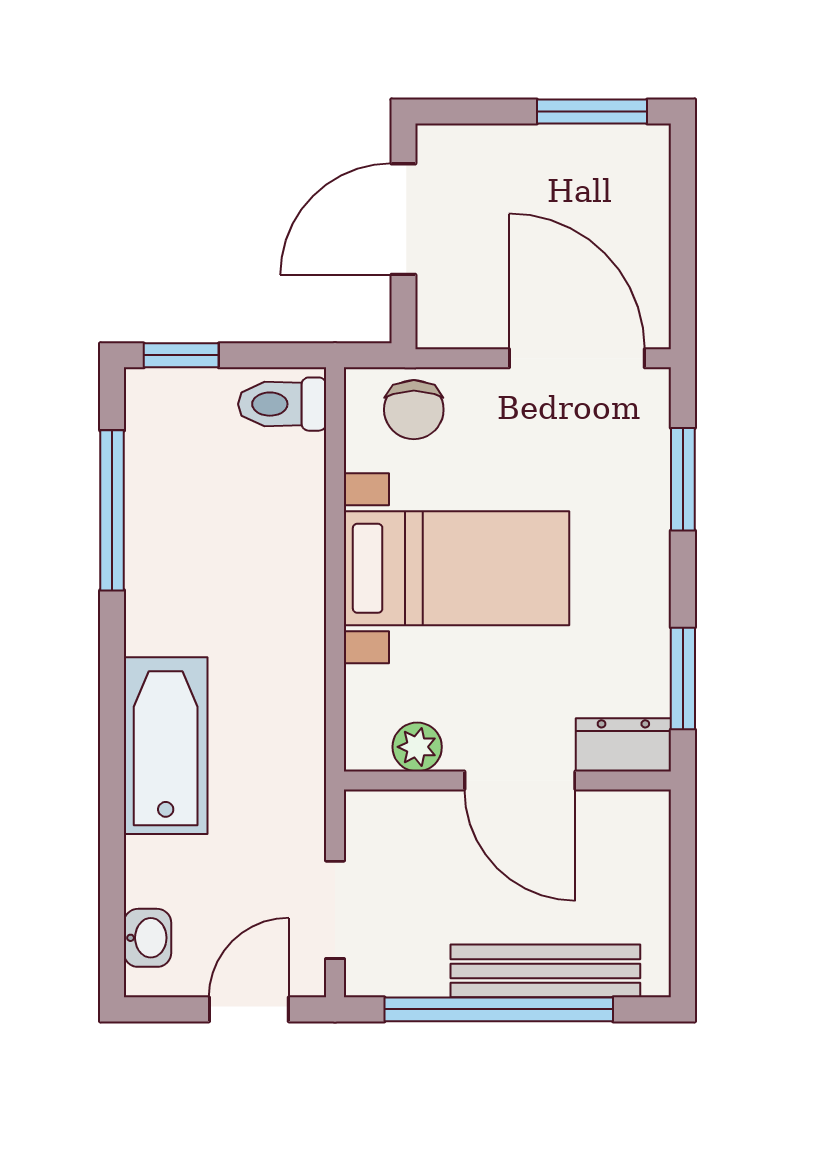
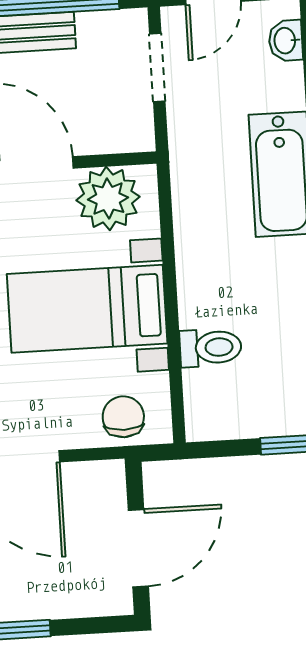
toilet: (282, 404) -> (211, 348), moved
plant: (417, 747) -> (108, 199), width x1.88, depth x1.88

